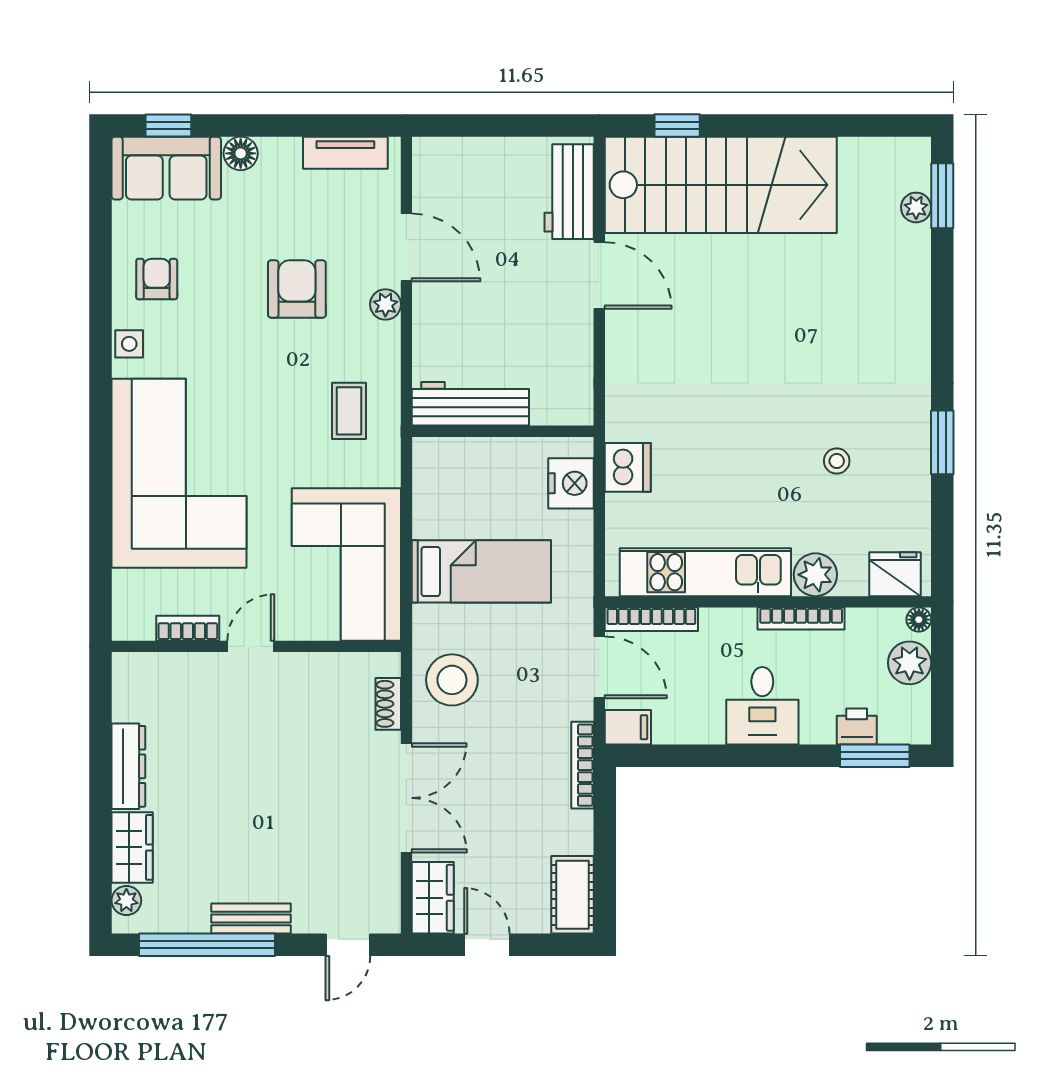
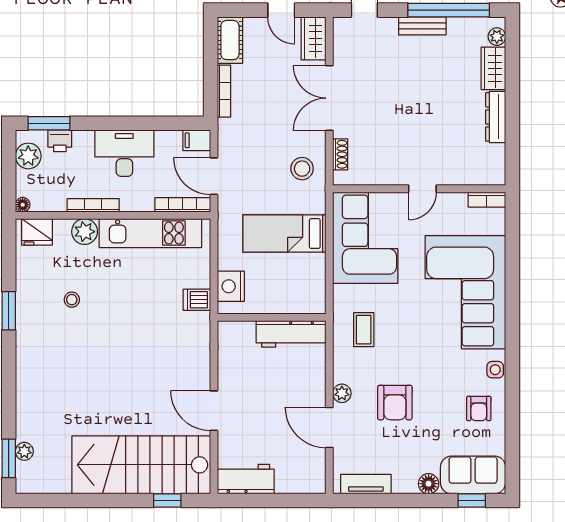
workbench: (569, 192) -> (246, 479), moved, turned -90
dishwasher: (628, 467) -> (197, 300), width x0.73
bookcase: (188, 628) -> (487, 200), moved
plant: (910, 663) -> (28, 156), moved
stool: (452, 680) -> (302, 169), width x0.73, depth x0.73
desk: (762, 706) -> (124, 153), width x1.37
bookcase: (583, 765) -> (224, 91), moved

